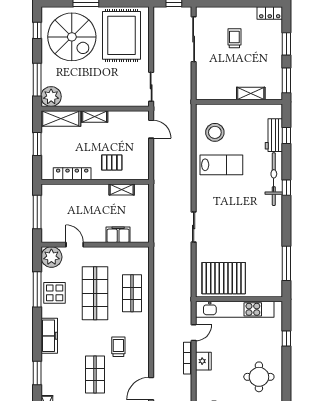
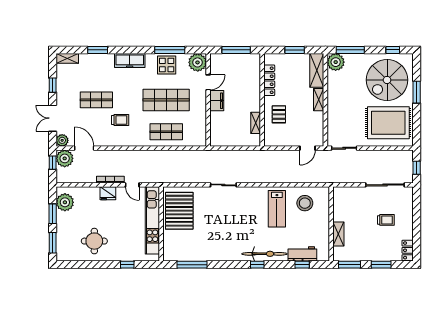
filing cabinet: (118, 235) -> (217, 101), moved

